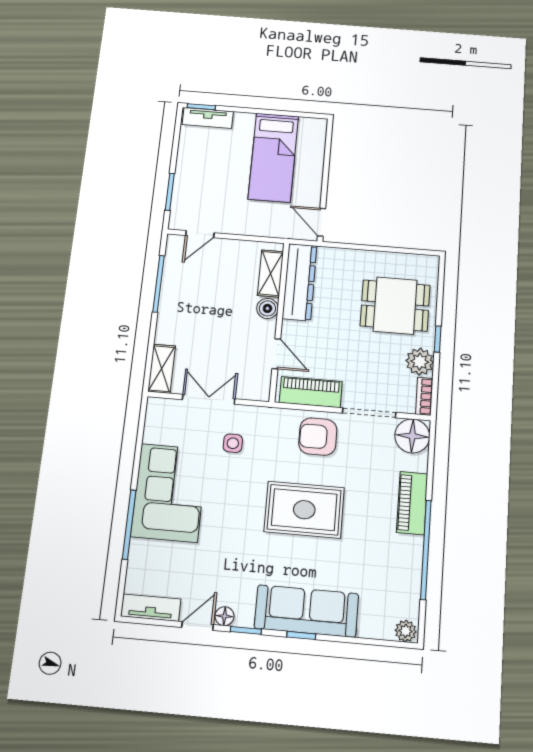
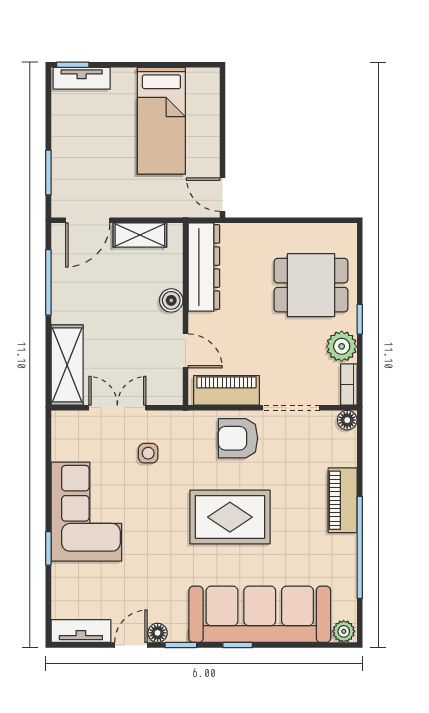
door: (200, 234) -> (88, 220), width x1.37
shelving: (270, 273) -> (140, 235), moved, turned 90
shelving: (162, 369) -> (67, 365), width x1.50, depth x1.33
floor lamp: (412, 436) -> (347, 420), width x0.53, depth x0.53
window: (129, 524) -> (48, 548), width x0.46
sofa: (306, 611) -> (260, 614), width x1.36, depth x1.27

